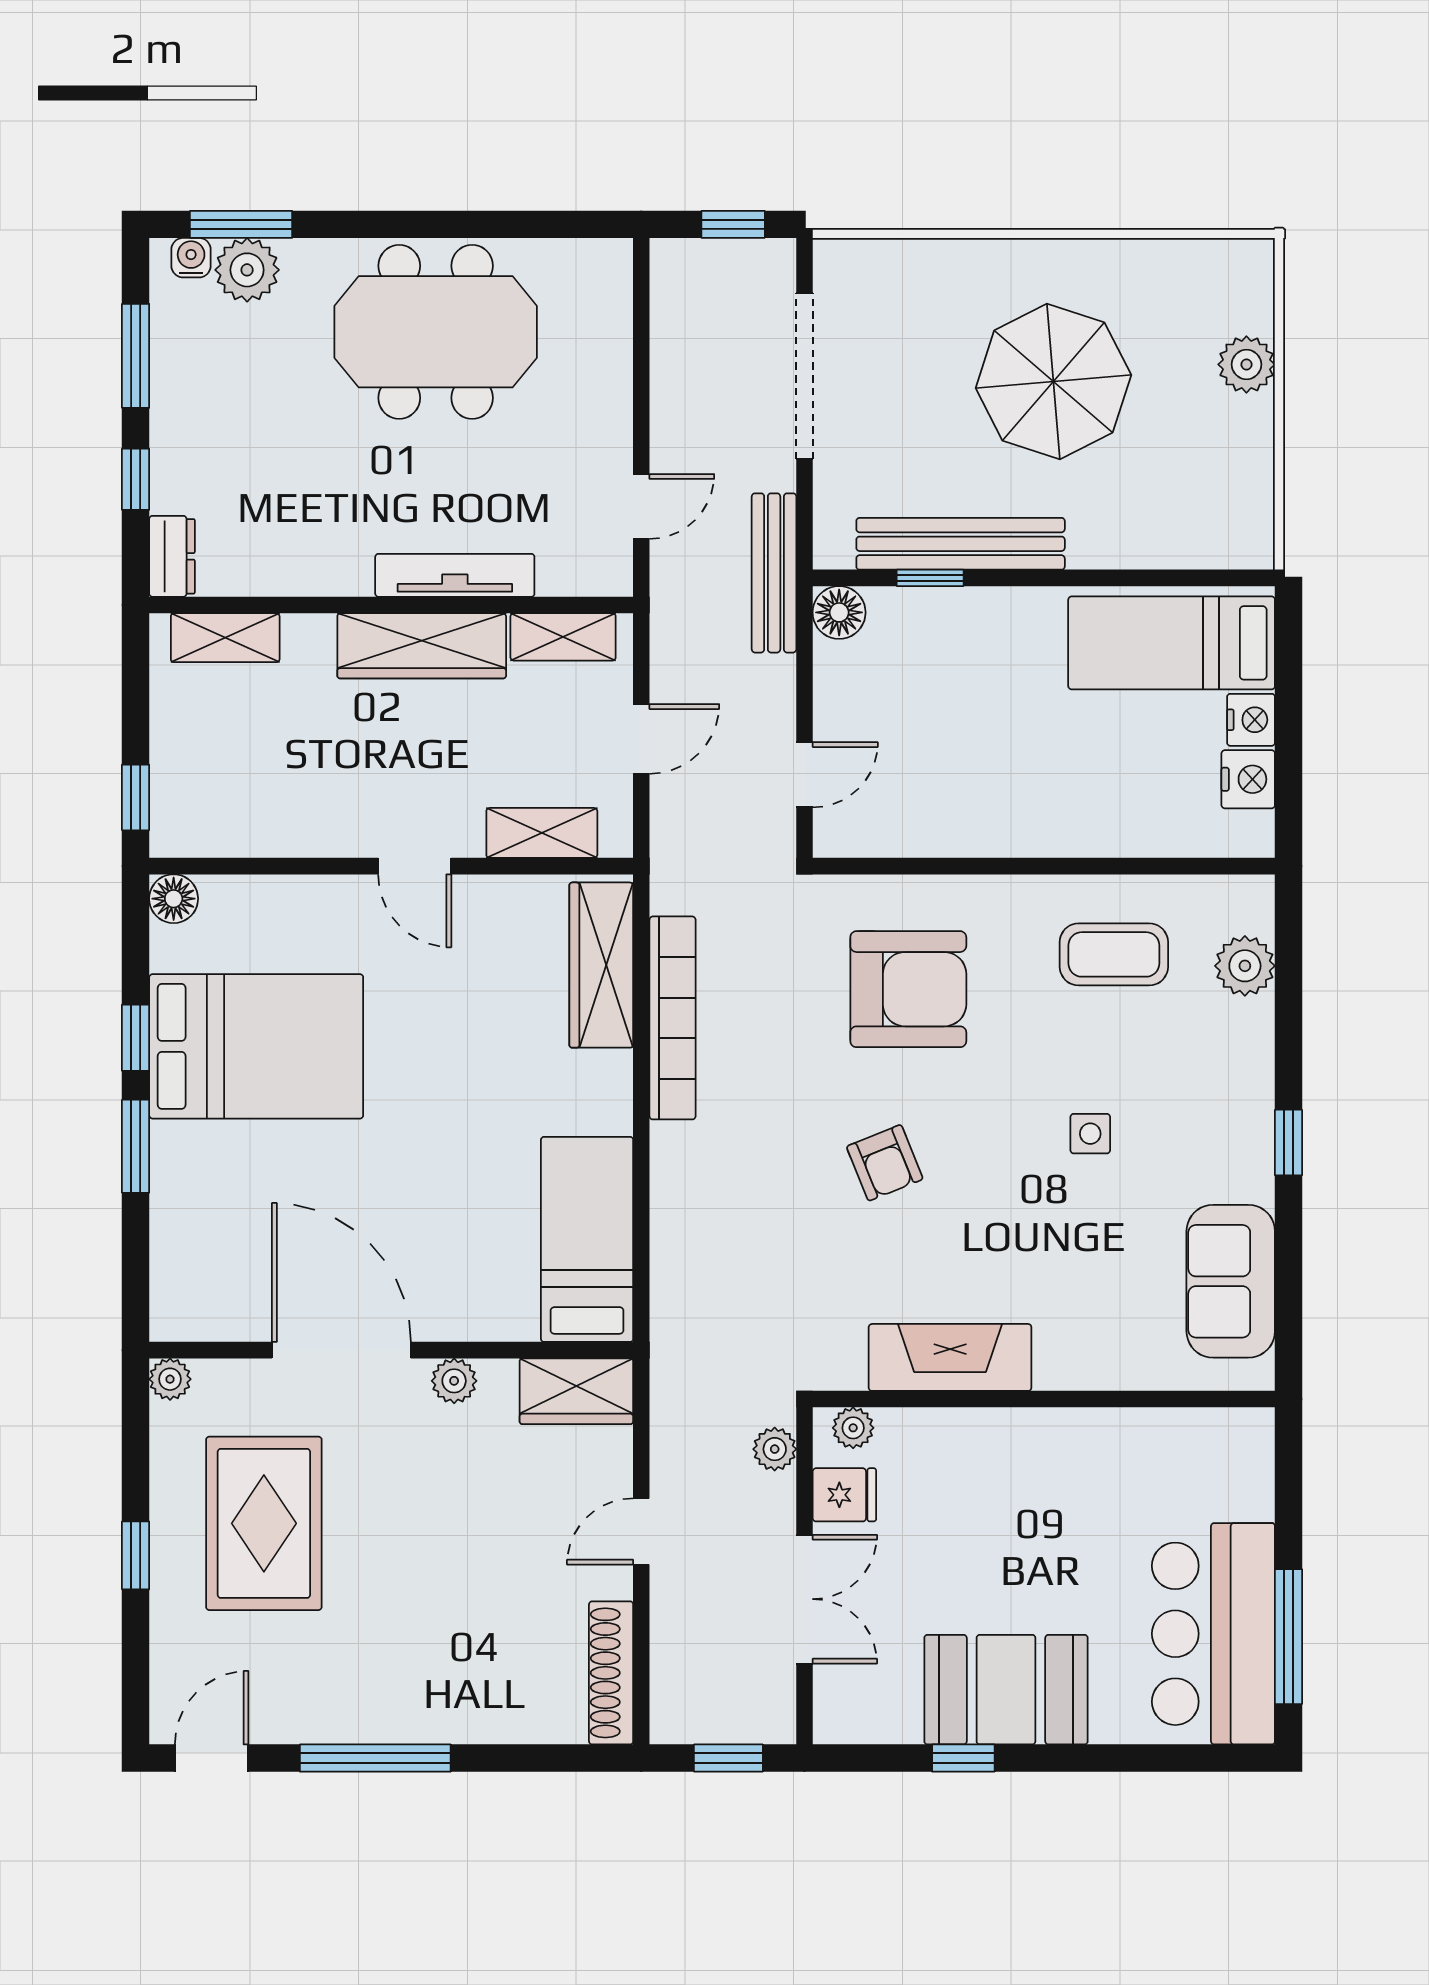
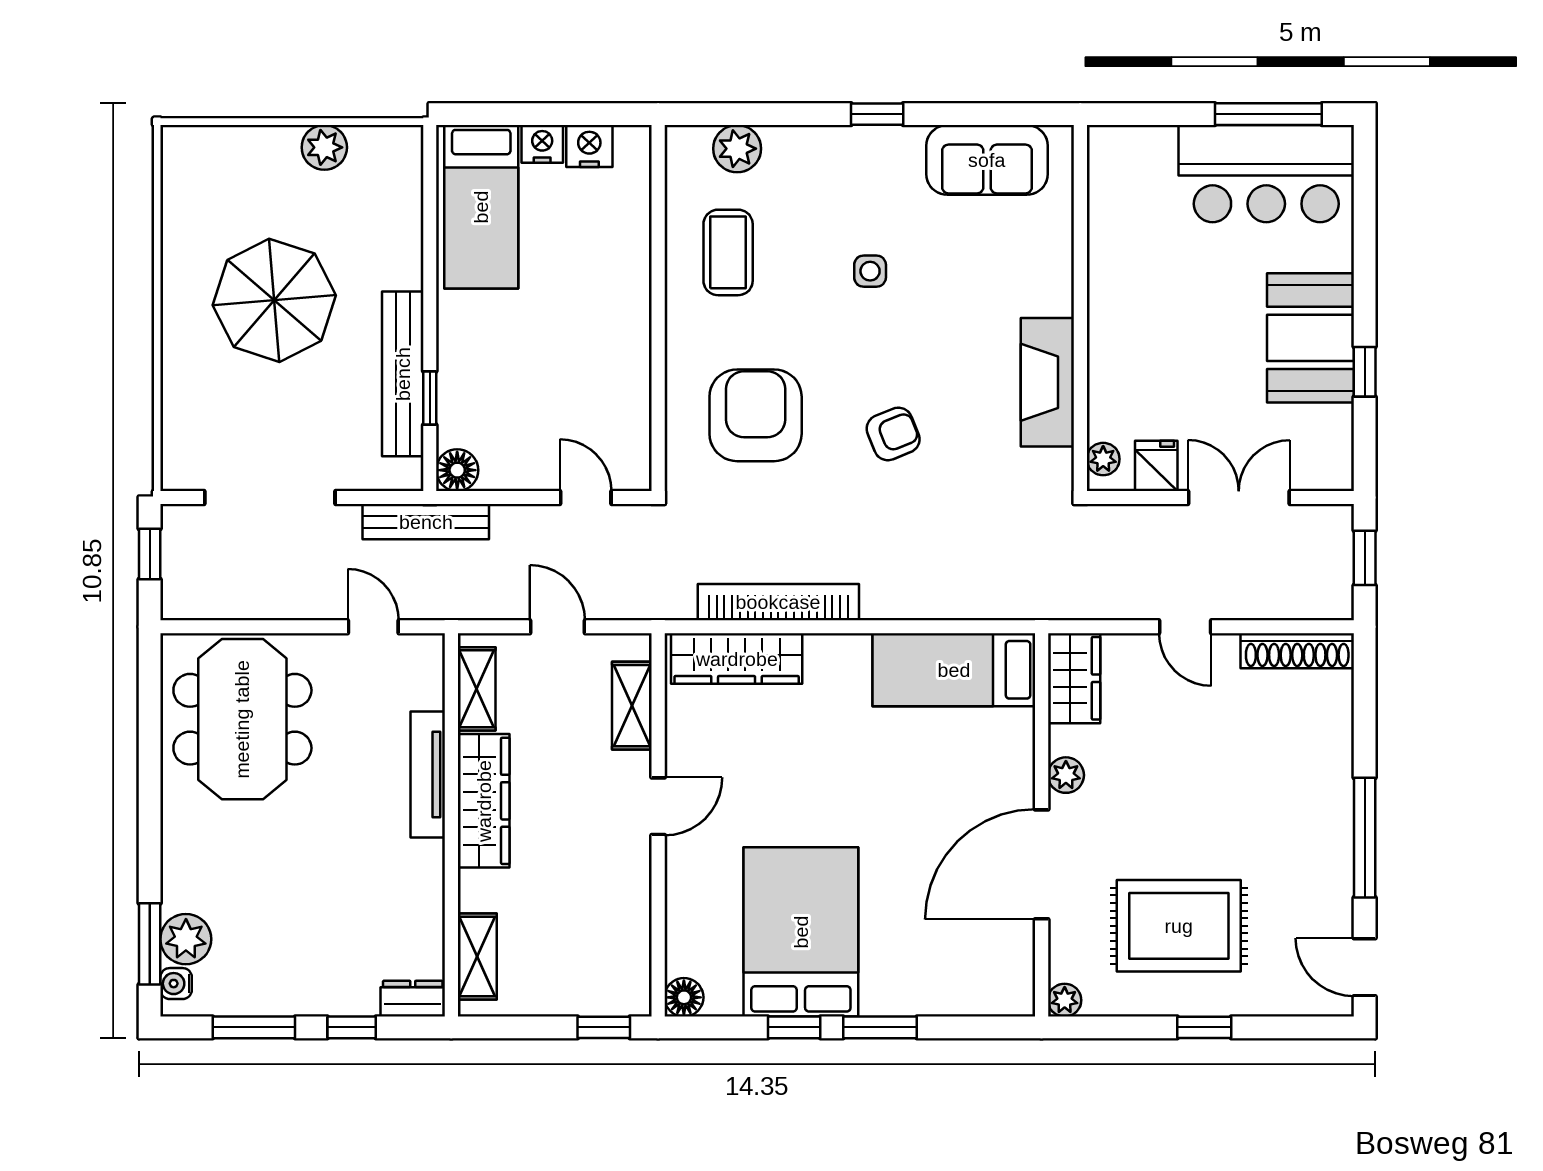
meeting table: (436, 332) -> (242, 719), moved
plant: (1246, 364) -> (324, 147), moved
plant: (775, 1449) -> (1120, 521), removed

